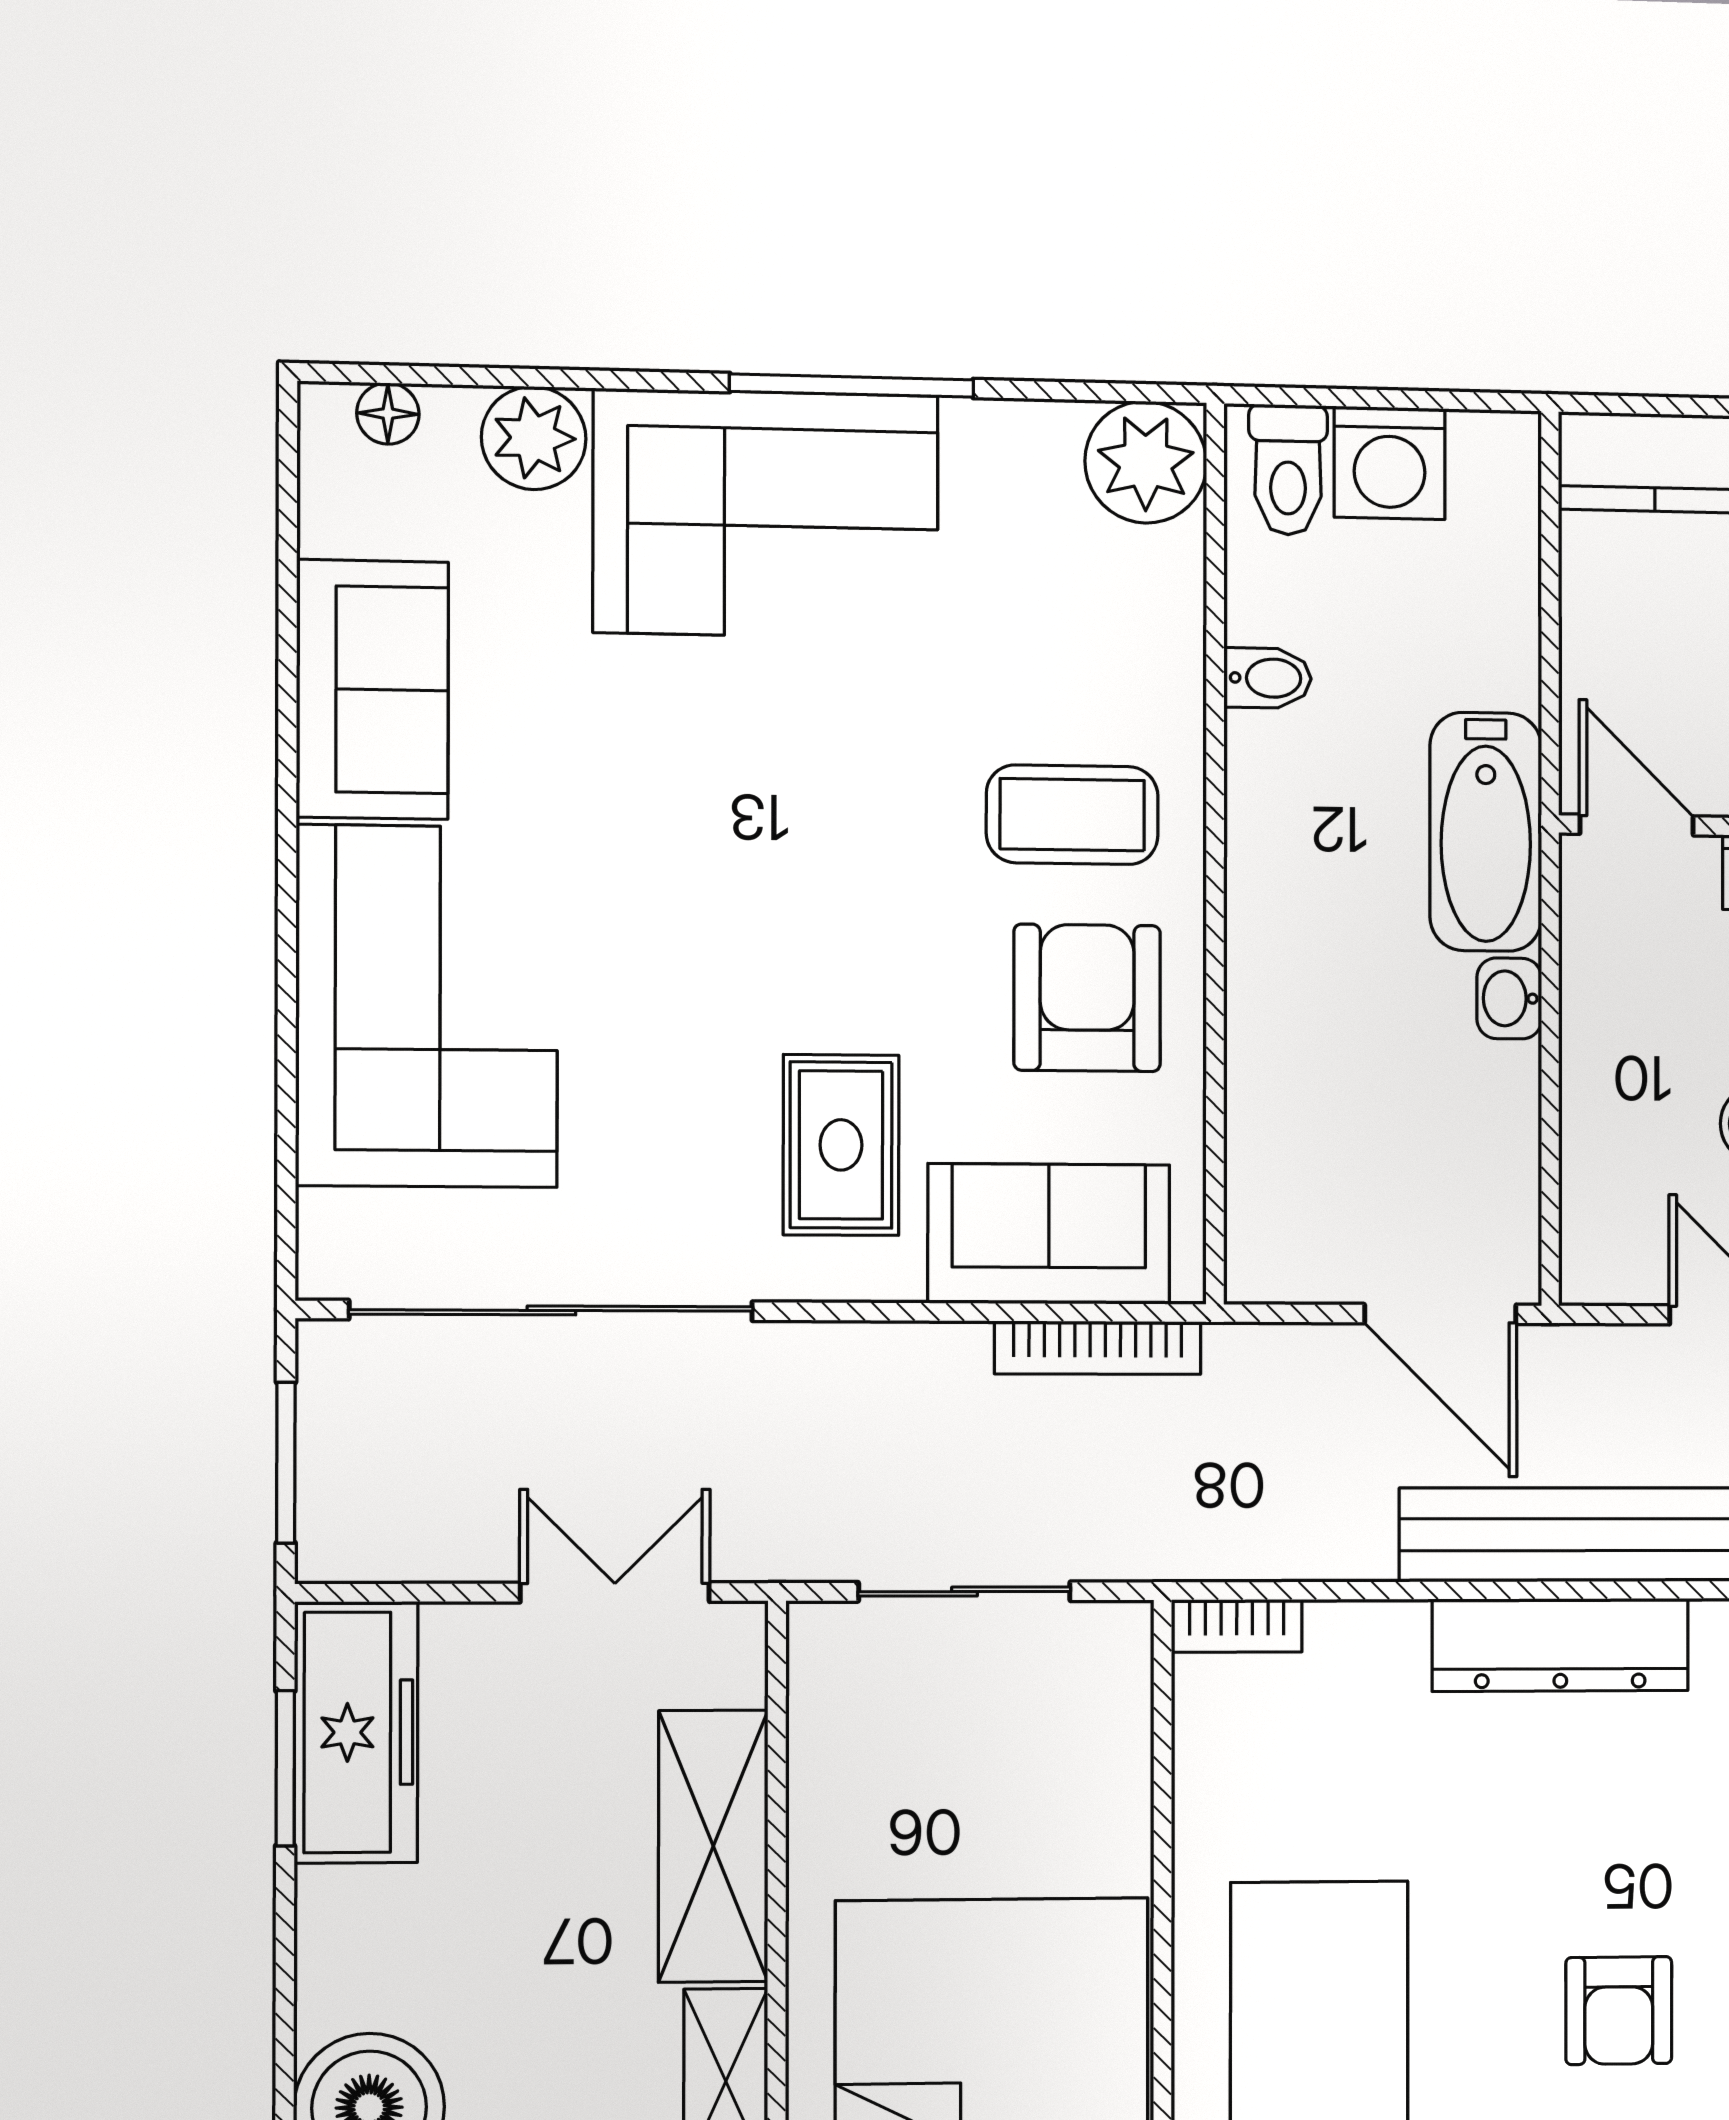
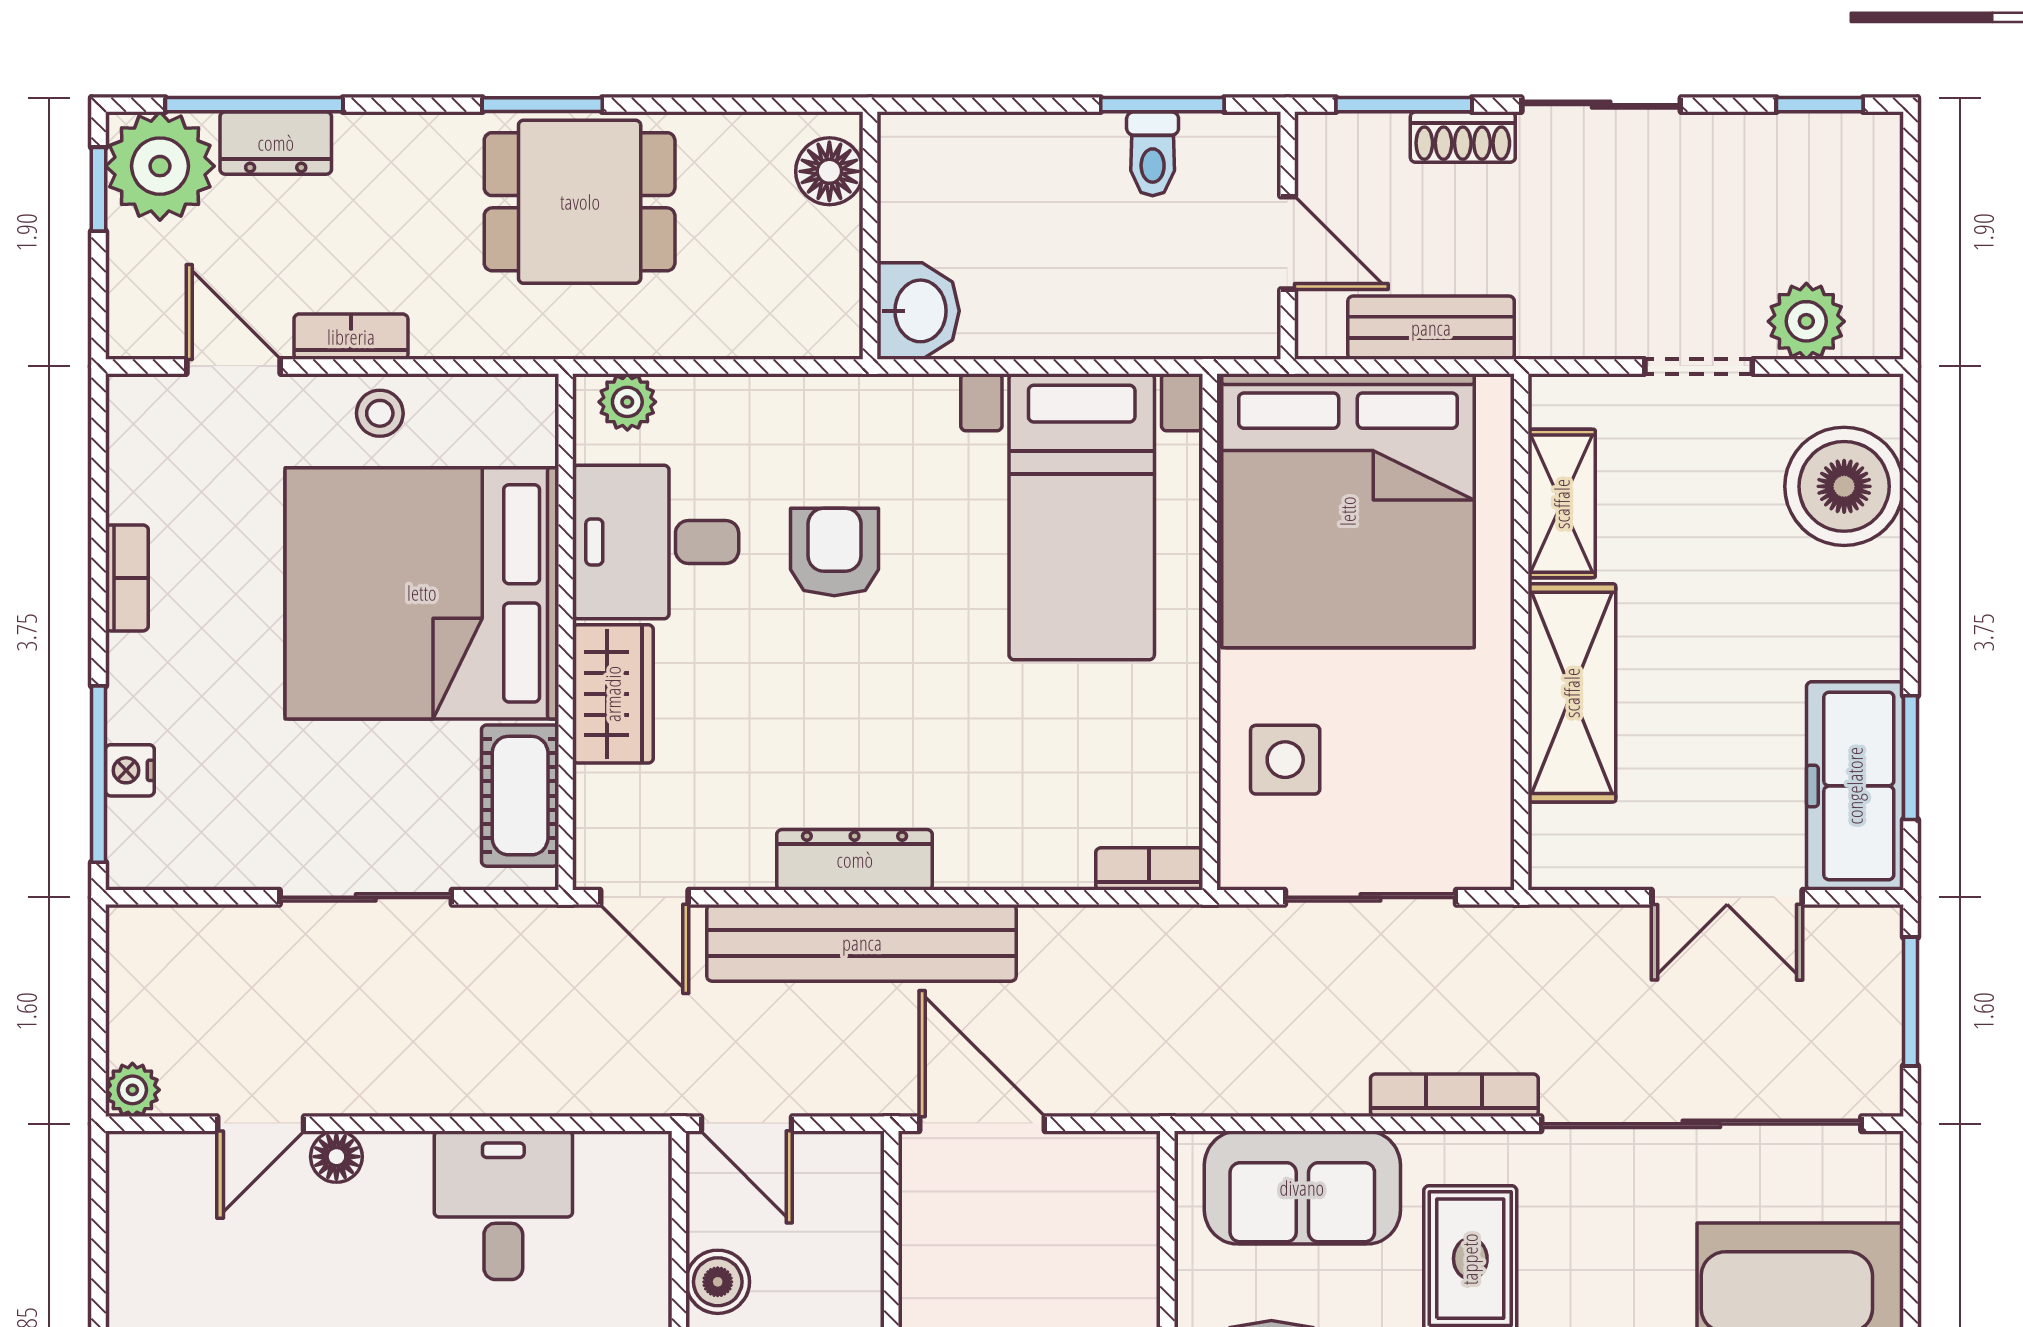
bookcase: (1098, 1348) -> (1454, 1095), moved
double door: (615, 1592) -> (1727, 897), moved
dresser: (1560, 1645) -> (855, 860), width x0.73, depth x0.80
side table: (1070, 1761) -> (1285, 760), added

